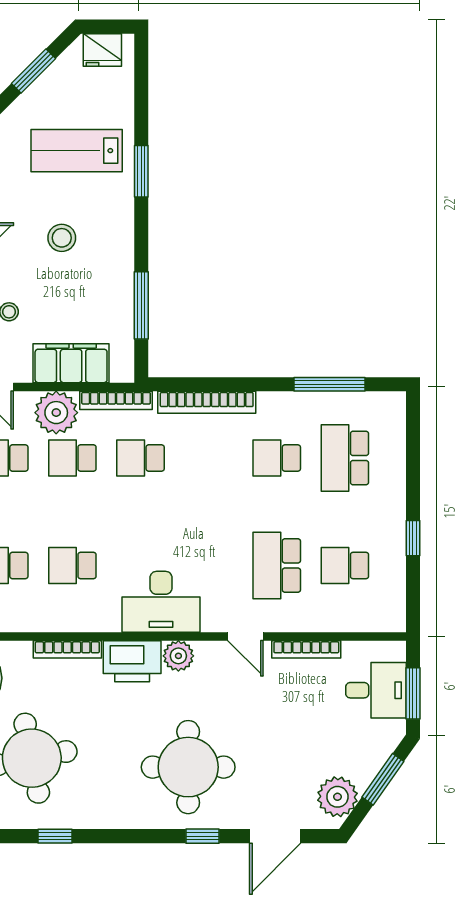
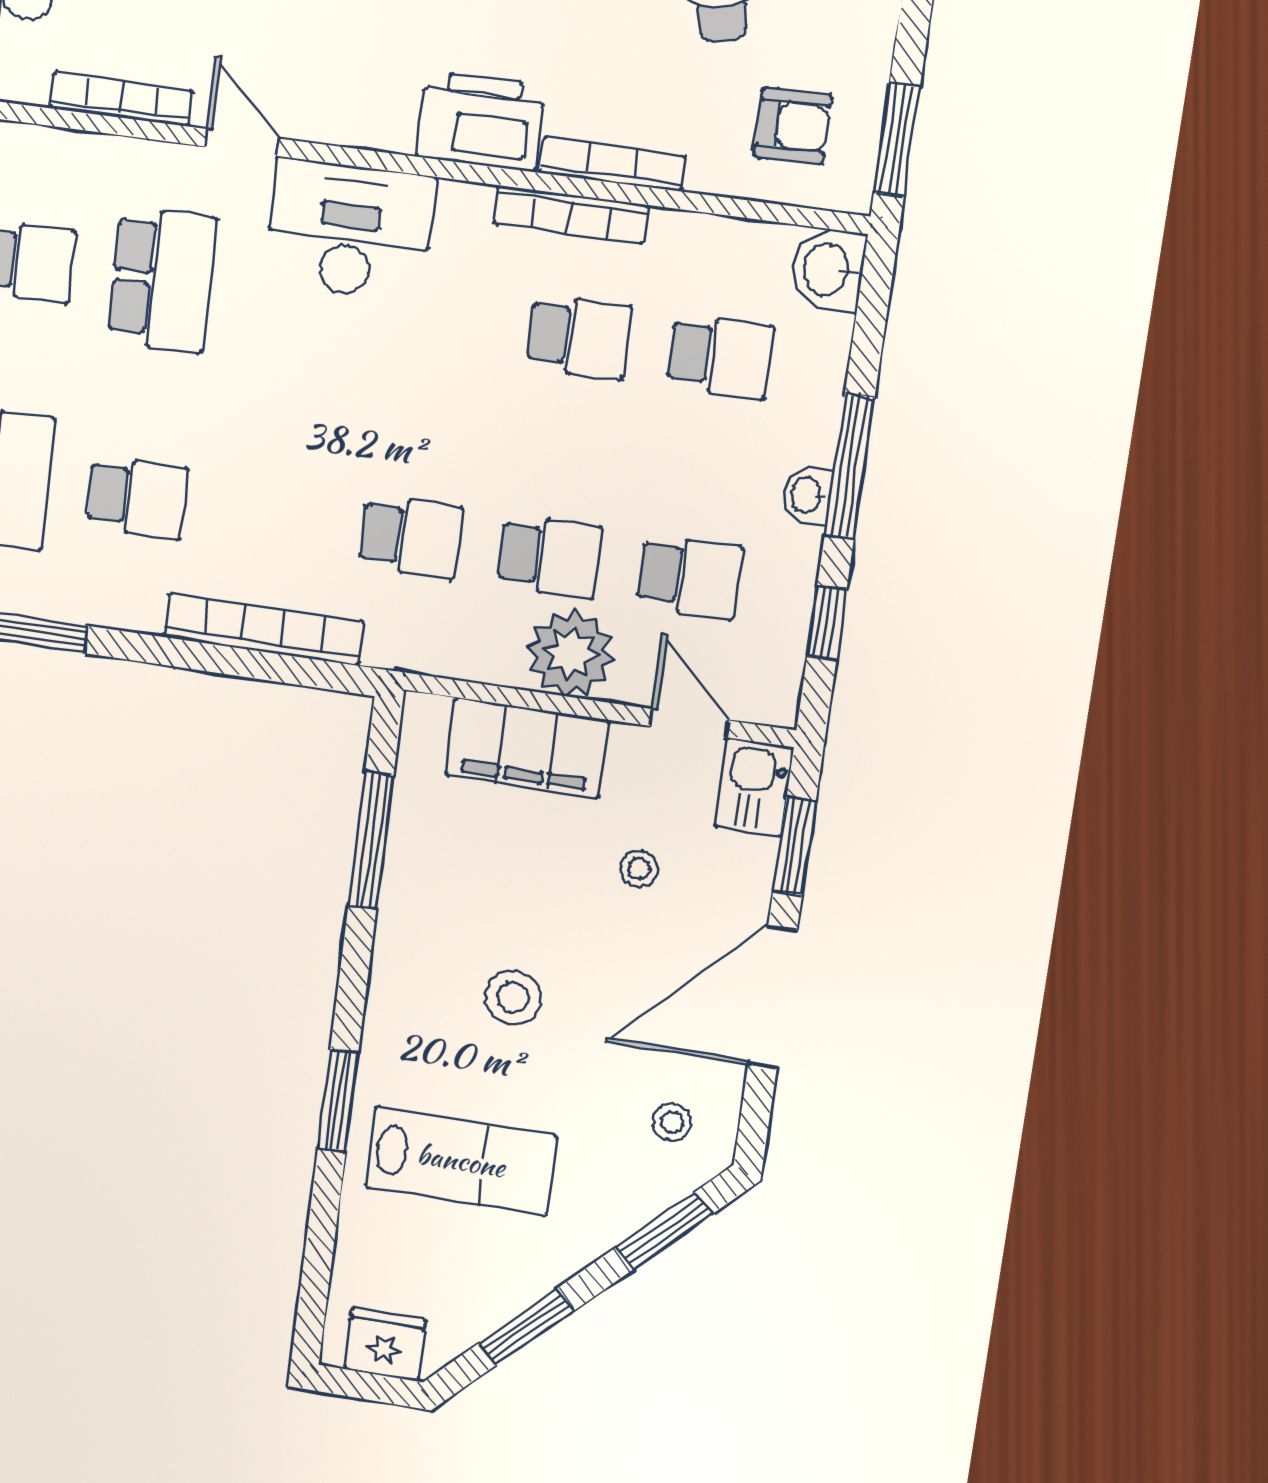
bookcase: (116, 400) -> (571, 214), moved, turned 180
desk: (161, 602) -> (349, 230), moved
plant: (178, 656) -> (384, 120), removed

